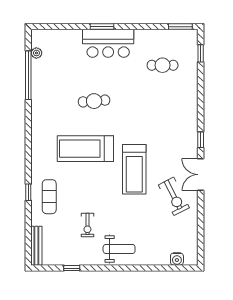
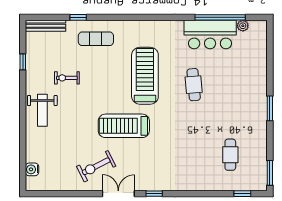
window: (102, 27) -> (270, 108), moved
bar counter: (108, 43) -> (210, 34), moved, turned -90
window: (28, 192) -> (78, 17), moved

